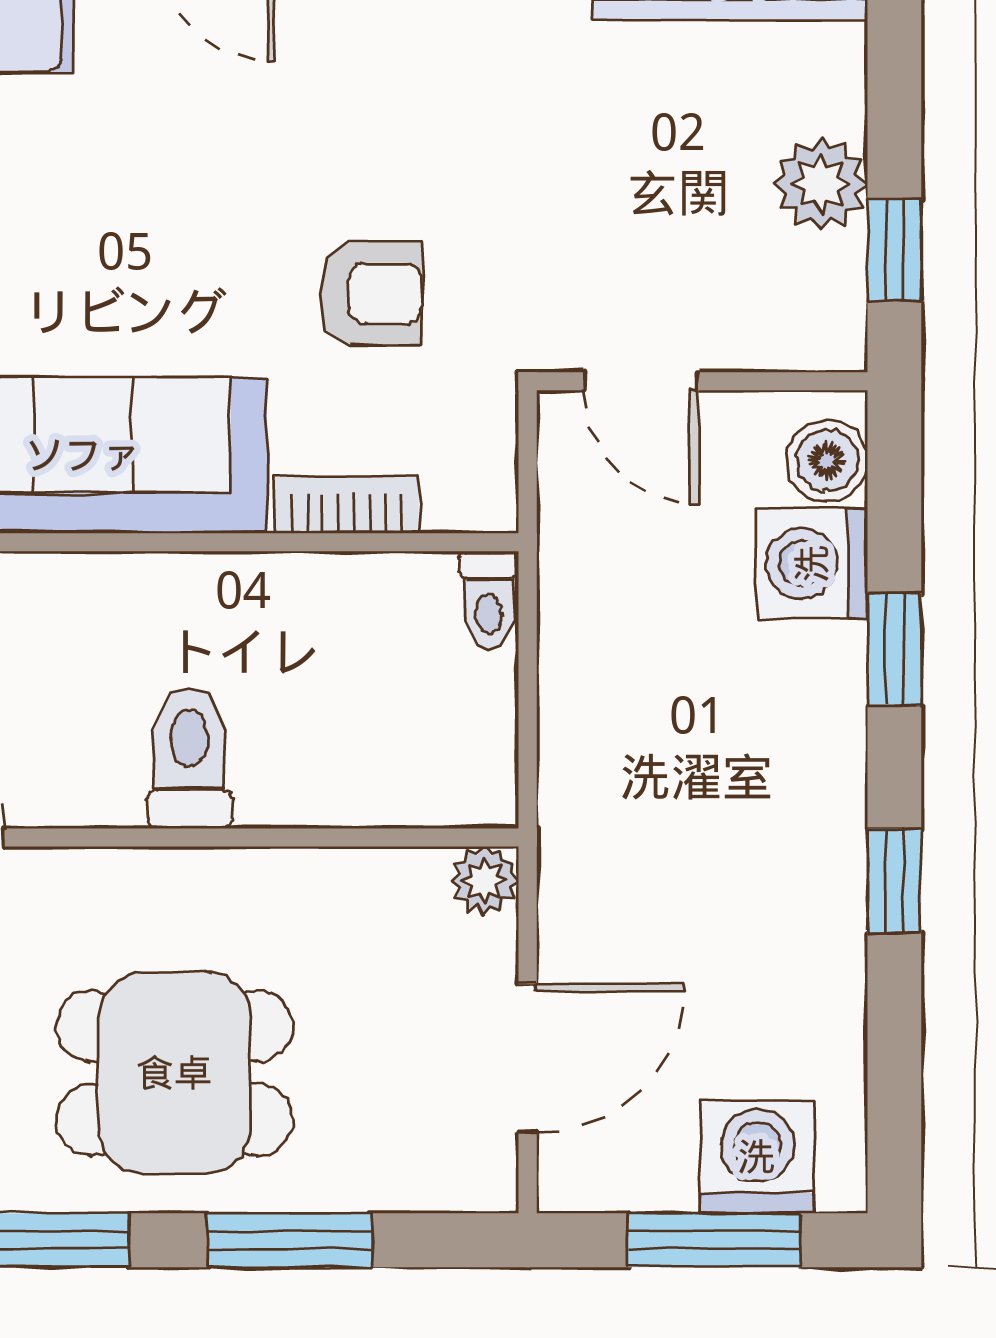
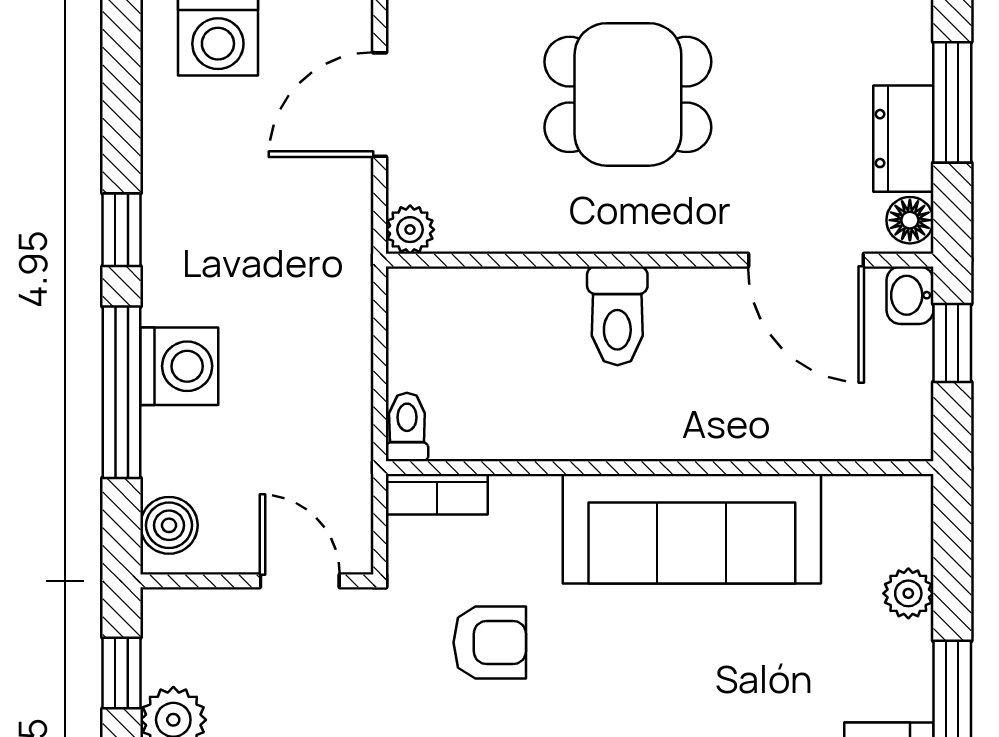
armchair: (371, 294) -> (490, 643), turned 180
bookcase: (346, 504) -> (437, 494), moved
washing machine: (812, 563) -> (179, 366), moved
window: (894, 650) -> (122, 392), width x2.17

